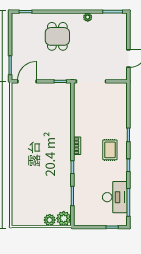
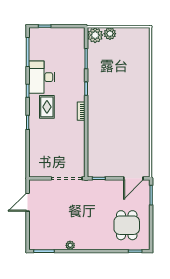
dining table: (57, 36) -> (127, 225), moved
desk: (115, 197) -> (42, 77), moved

